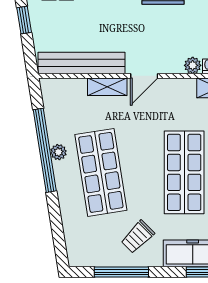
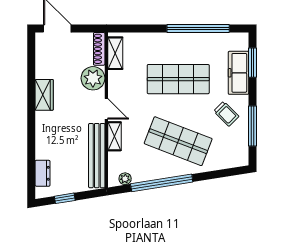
plant: (193, 65) -> (93, 78), width x1.88, depth x1.88
plant: (58, 152) -> (125, 179), moved
shop shelf: (101, 172) -> (178, 141), turned 30

